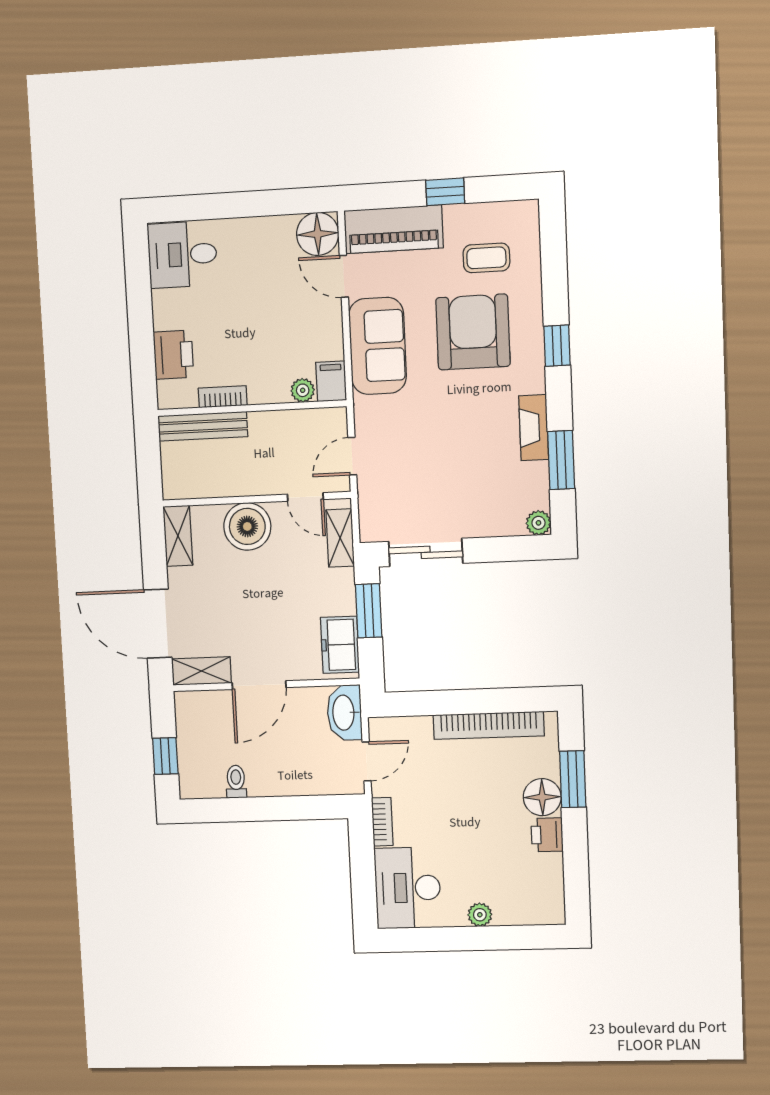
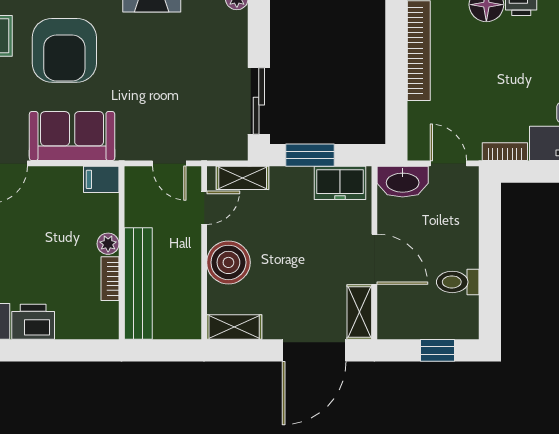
armchair: (473, 332) -> (64, 50), turned -90
printer: (173, 355) -> (33, 322), moved
plant: (303, 390) -> (108, 244), moved
bench: (203, 426) -> (138, 284), width x1.37, depth x1.21
toilet: (236, 782) -> (458, 282), width x1.37, depth x1.39

